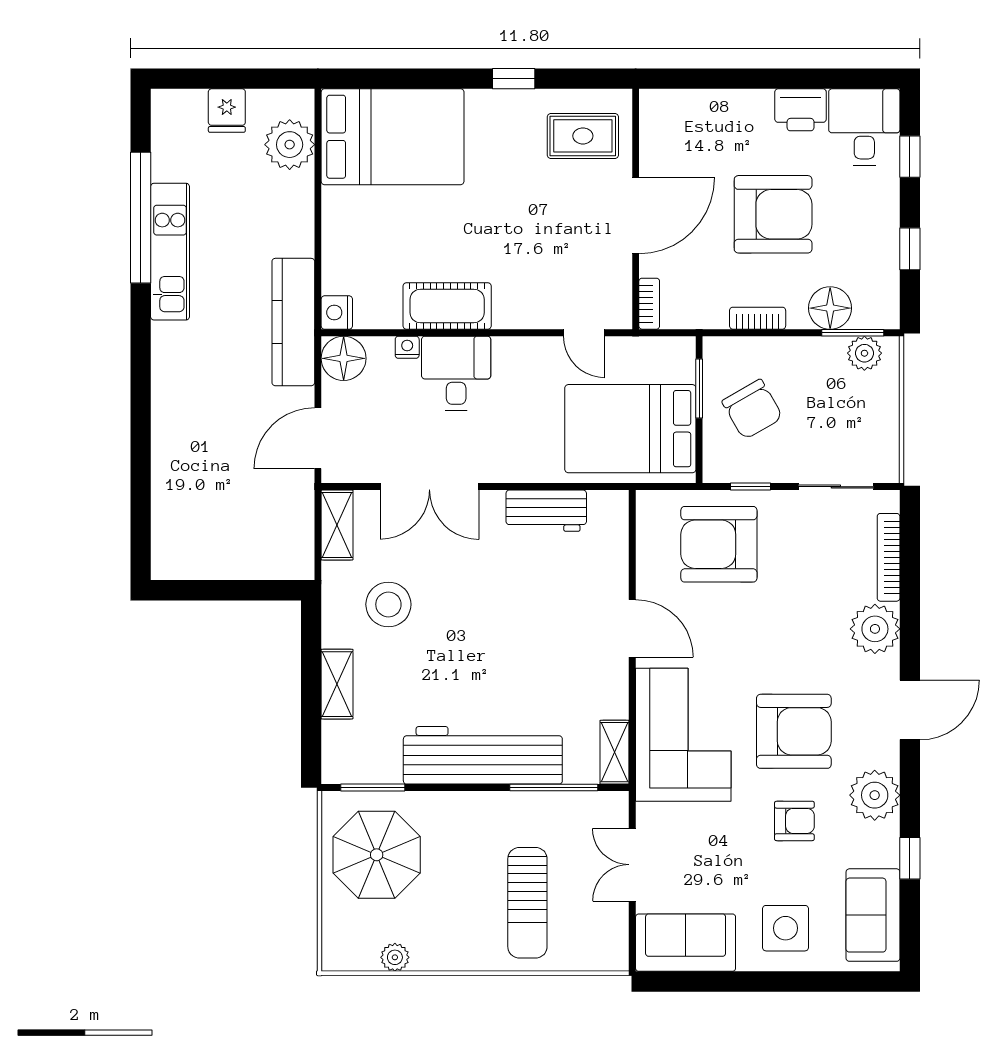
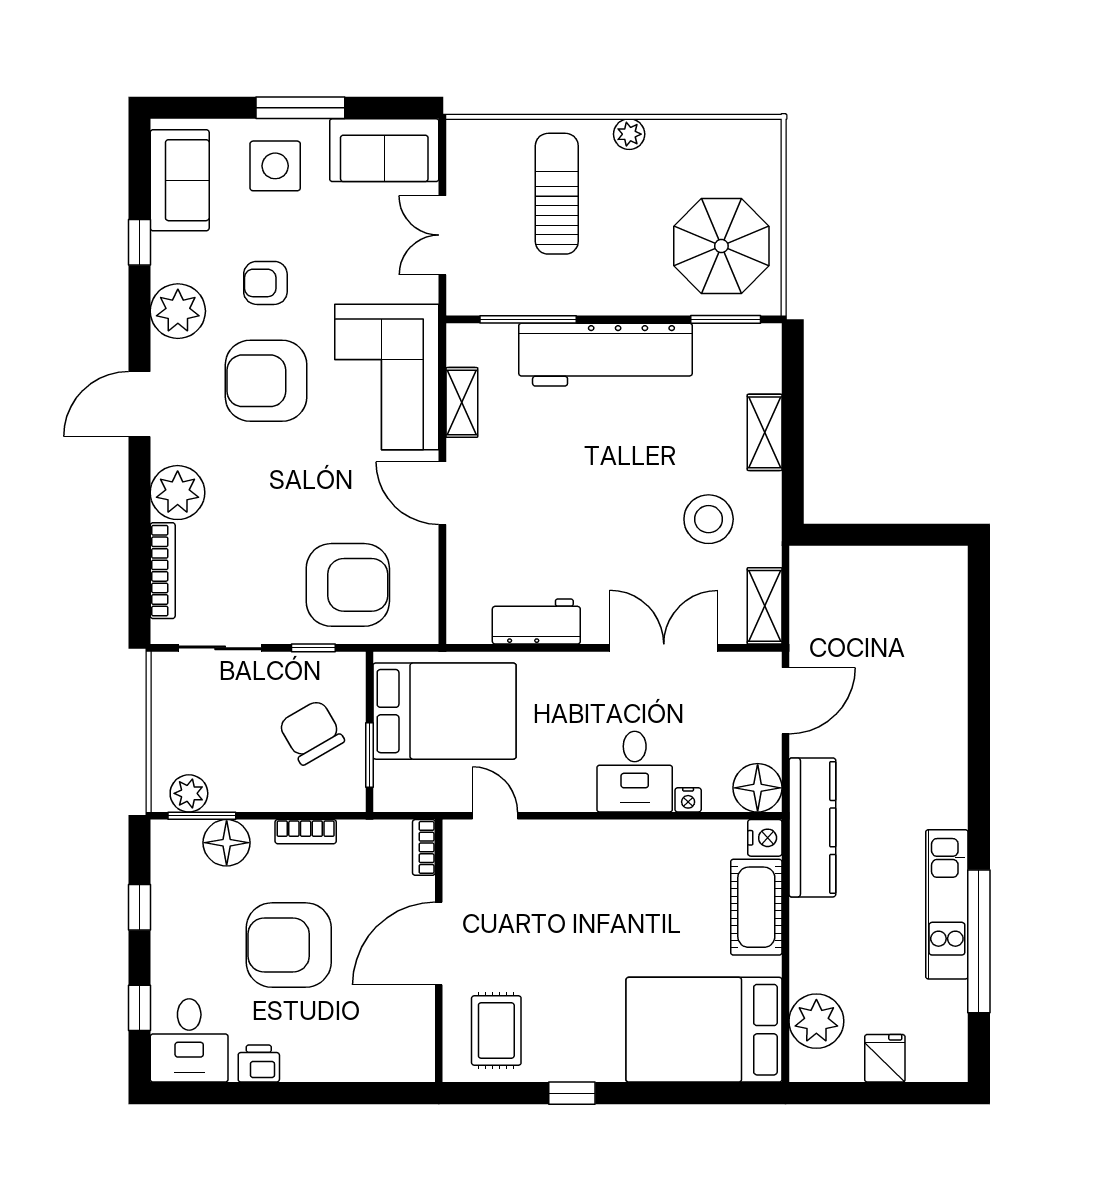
printer: (801, 110) -> (259, 1064), width x0.73, depth x0.81
rug: (583, 136) -> (496, 1030), turned 90
cot: (447, 306) -> (756, 907), moved, turned 90
shelving: (615, 752) -> (462, 402), moved
double door: (632, 865) -> (442, 235), swing flipped
plant: (395, 957) -> (629, 134), moved
window: (762, 982) -> (300, 108), added

